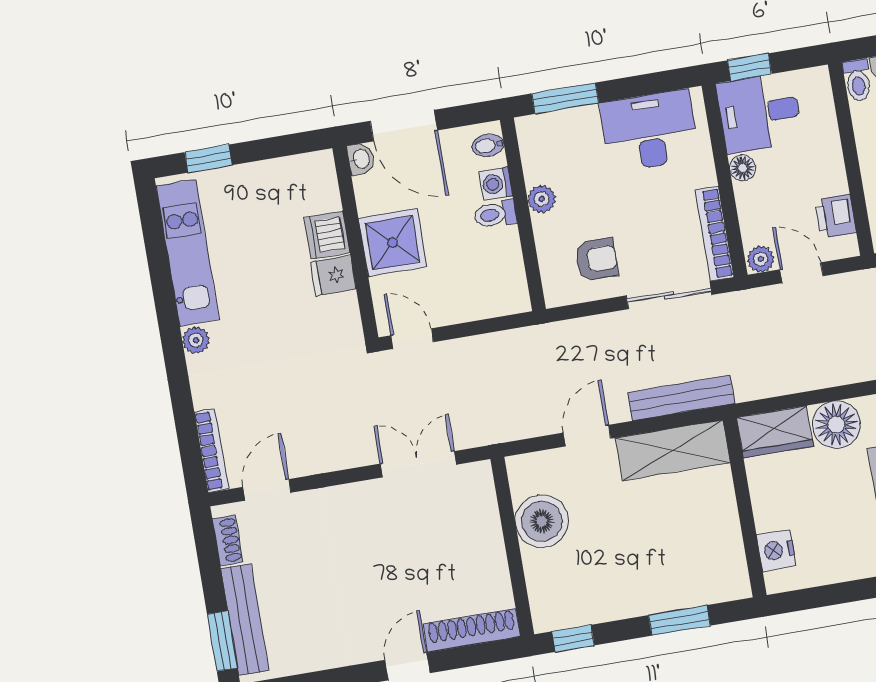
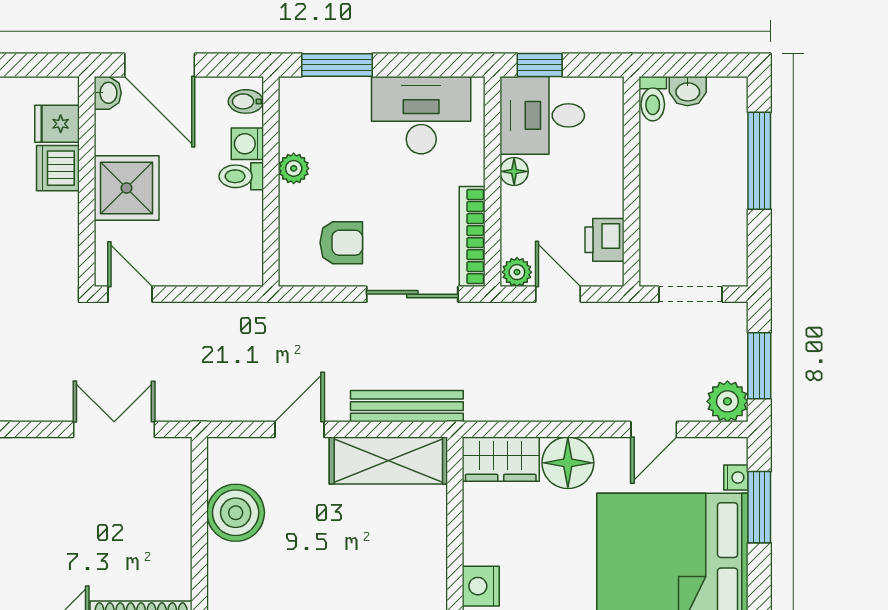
fridge: (333, 276) -> (57, 124), moved

